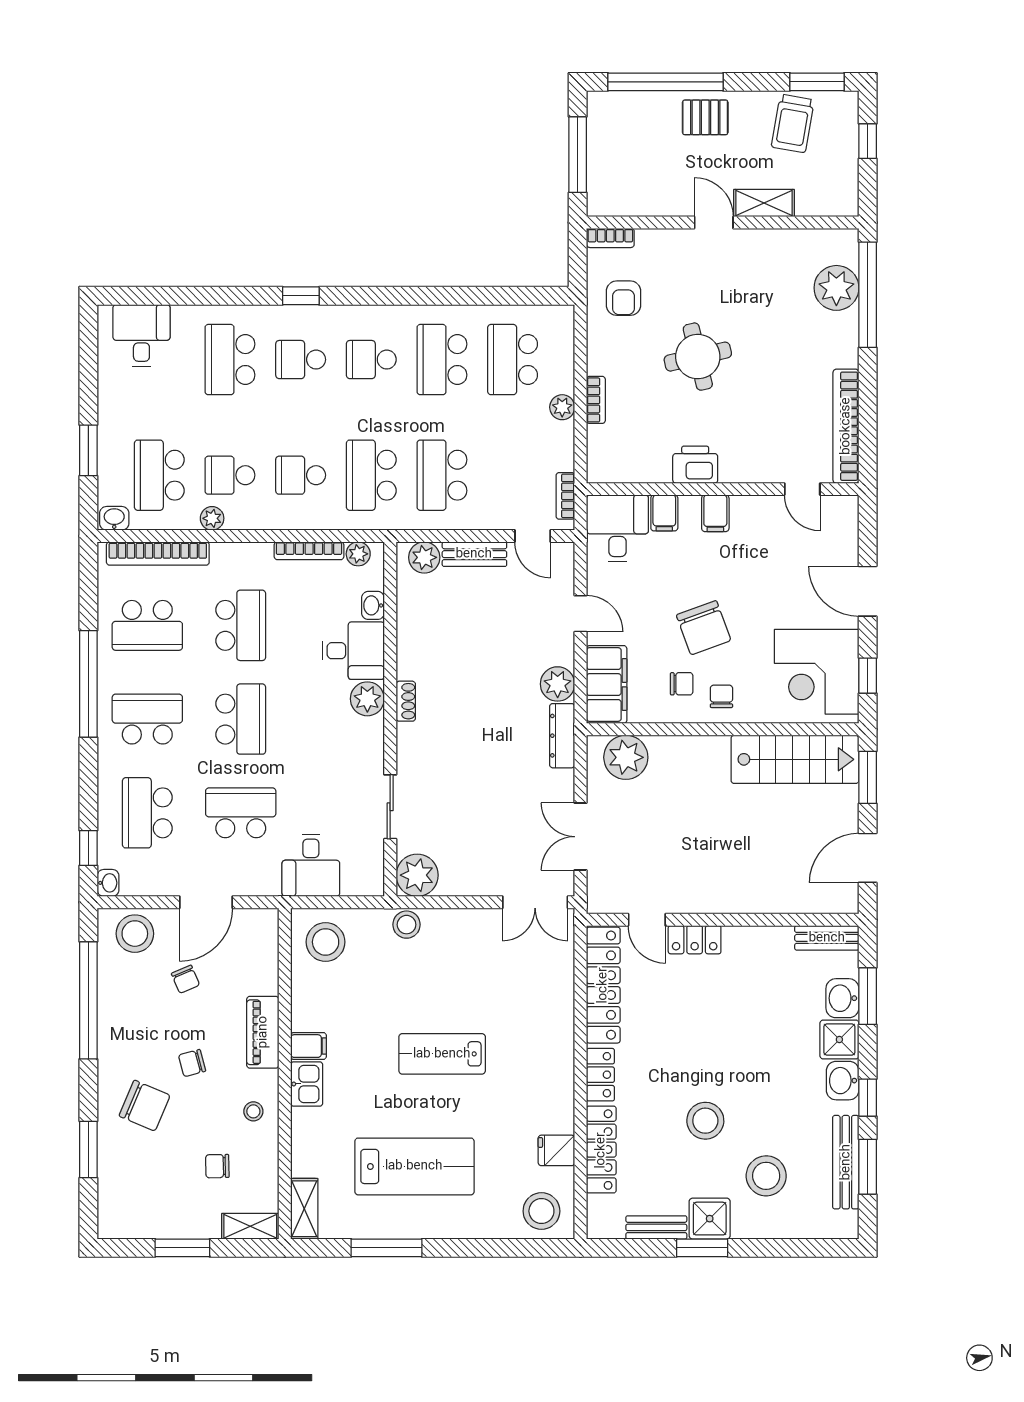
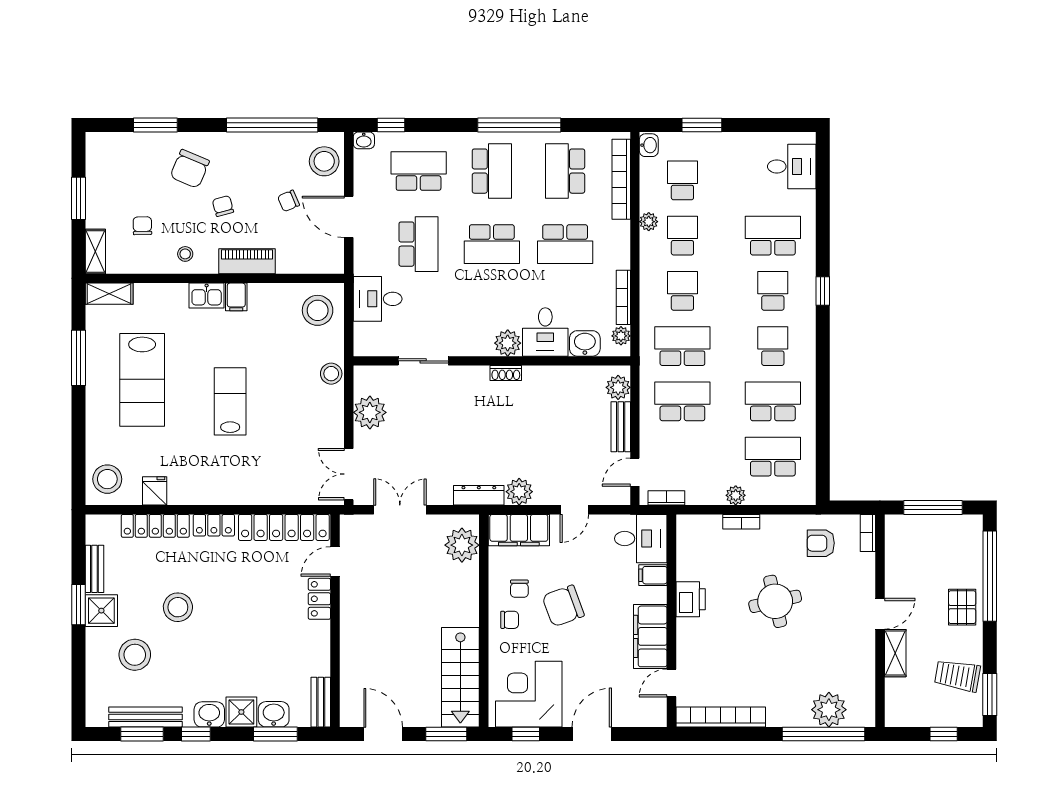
school desk: (159, 475) -> (682, 180), width x0.54
filing cabinet: (715, 513) -> (650, 636), width x3.00, depth x1.17
washbasin: (373, 605) -> (585, 343), width x1.38, depth x1.45
plant: (417, 875) -> (370, 412), moved

